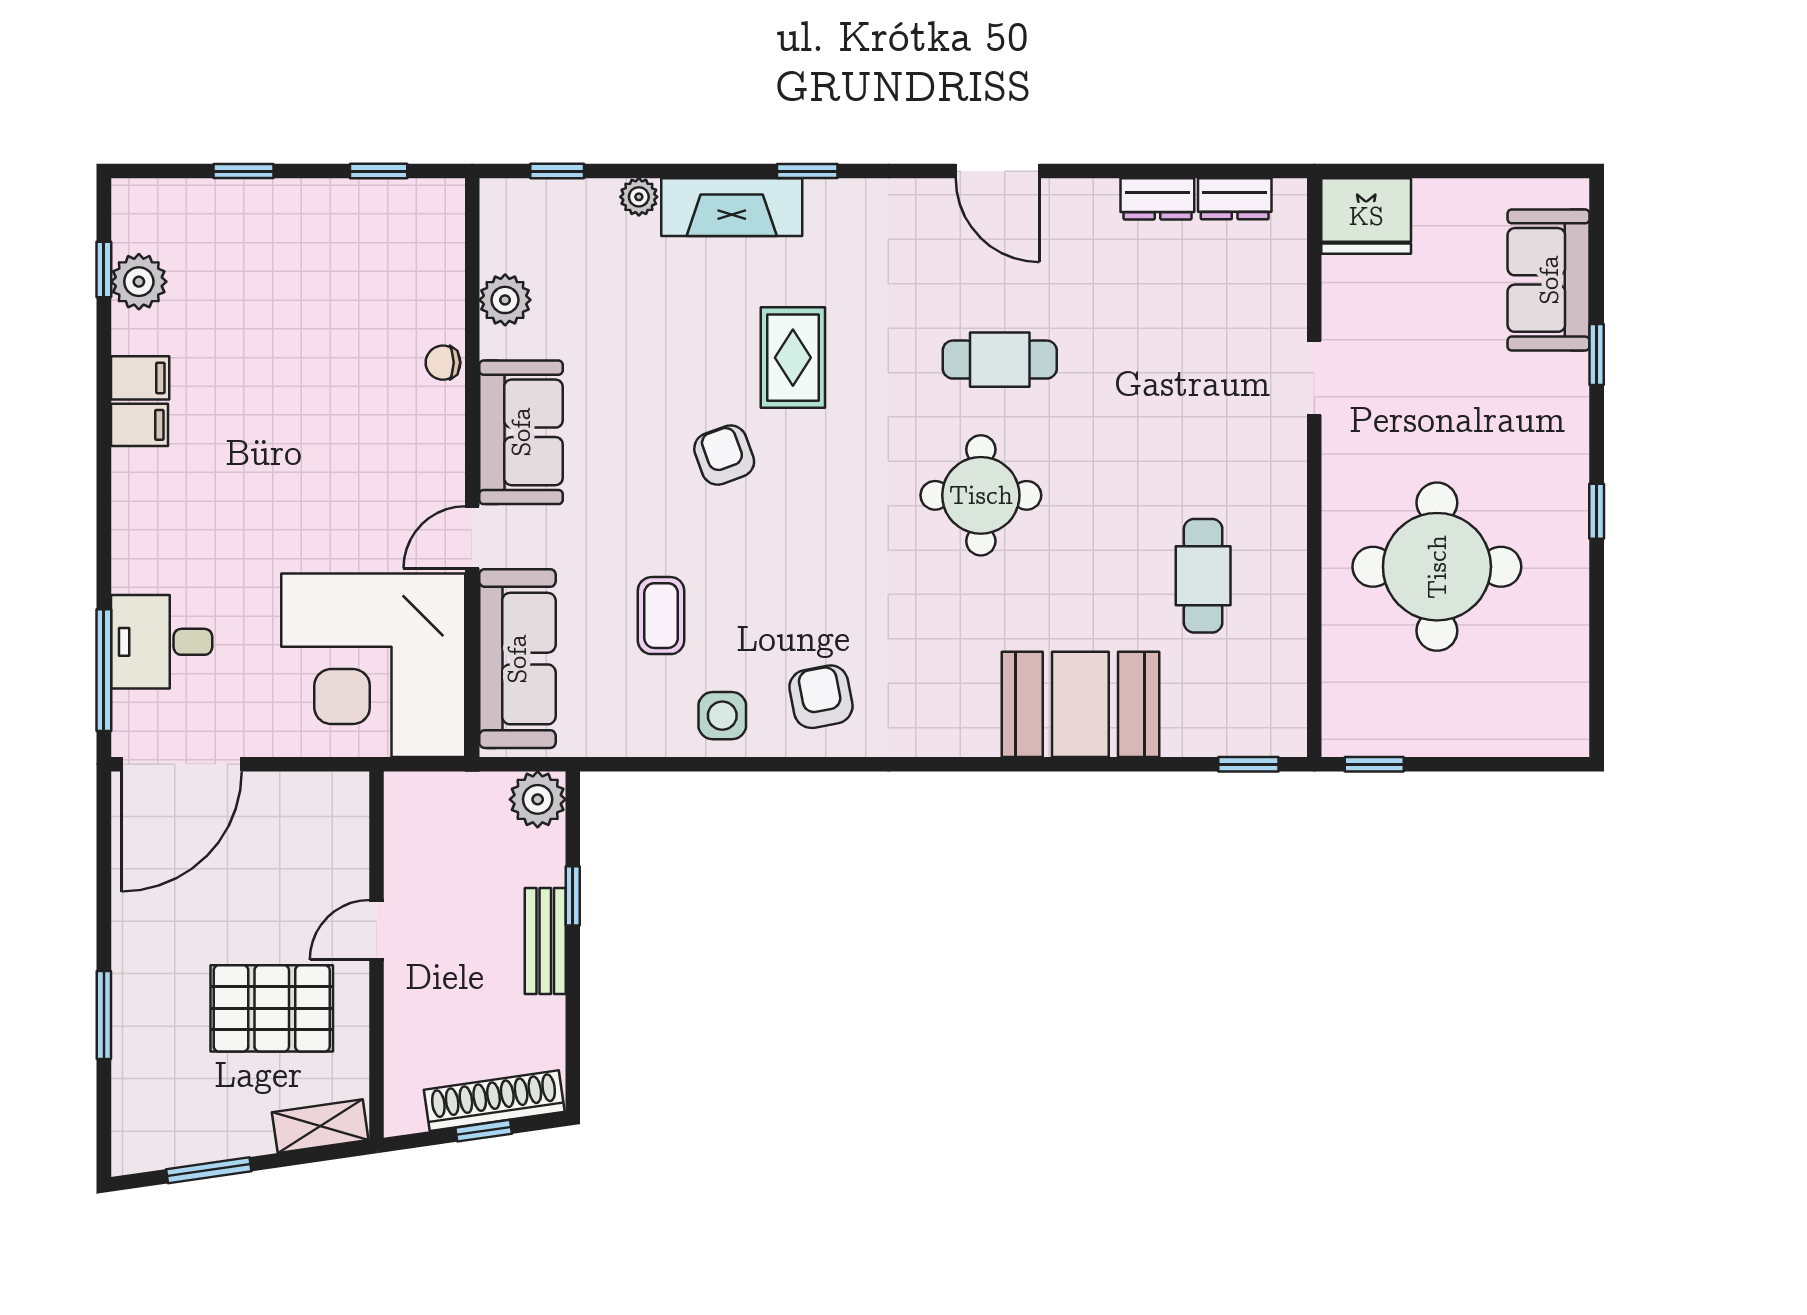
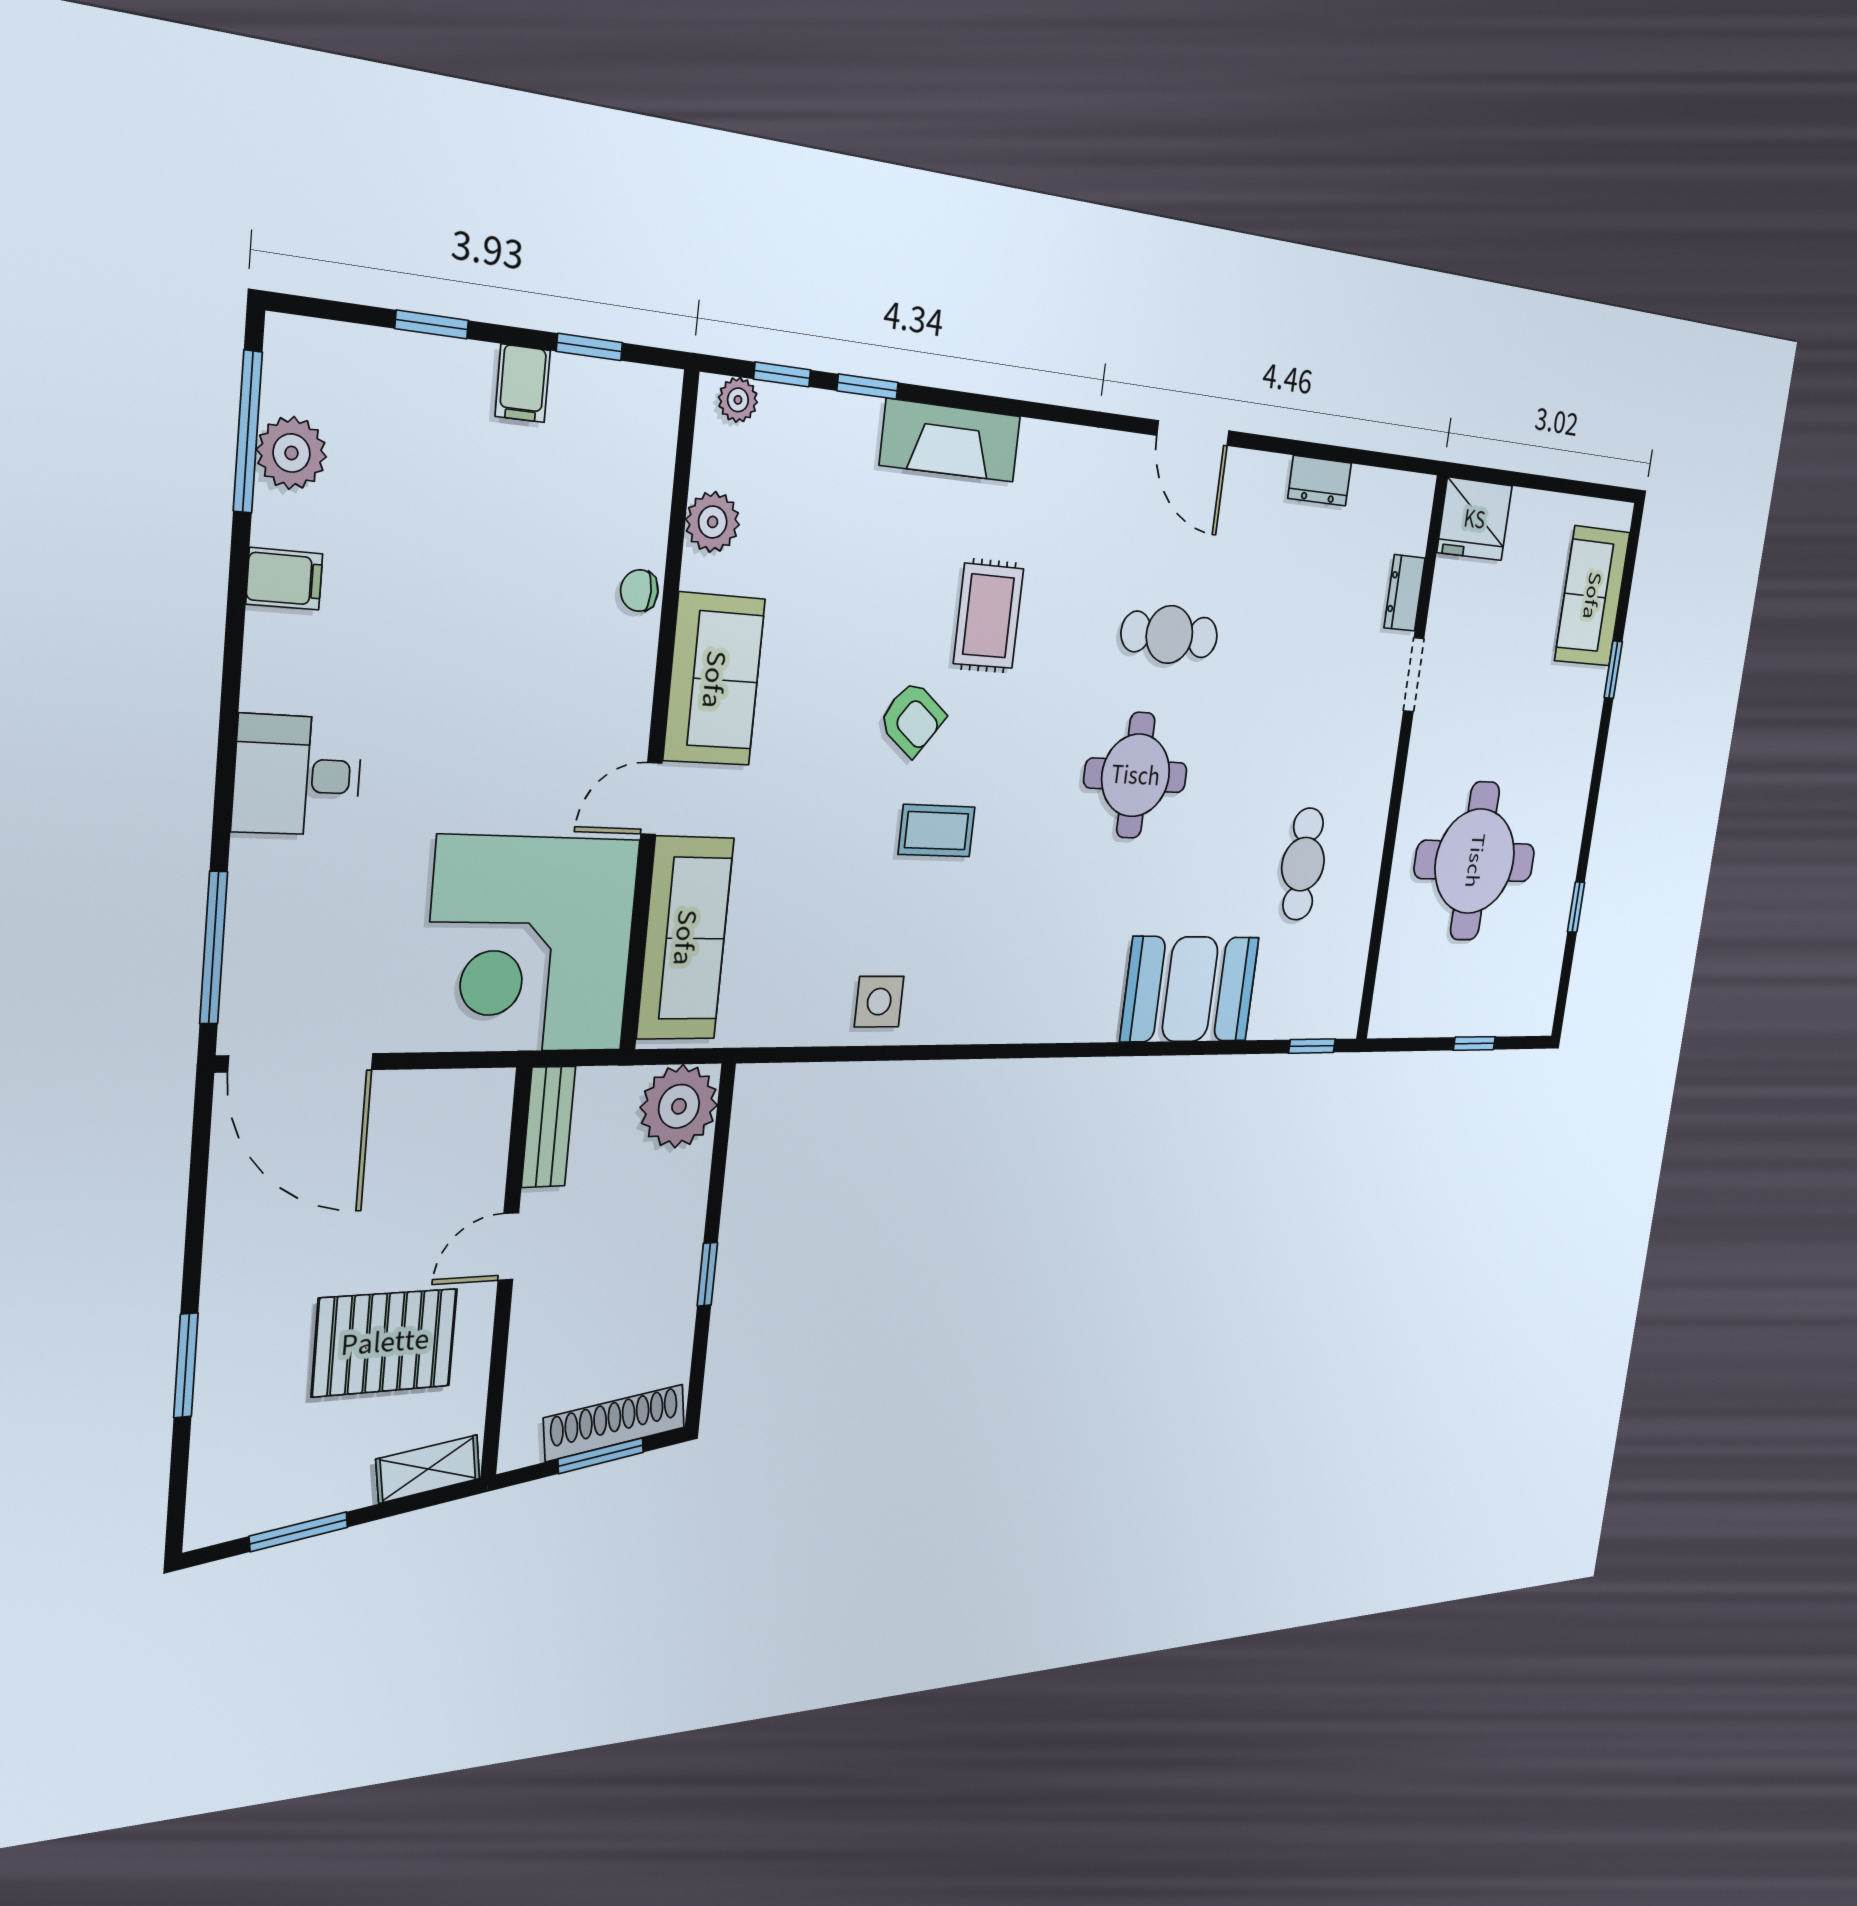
window: (807, 171) -> (868, 387), moved
plant: (639, 197) -> (738, 400), moved
dresser: (1235, 199) -> (1405, 593), moved, turned 90
window: (104, 270) -> (248, 432), width x2.17
filing cabinet: (139, 425) -> (523, 383), moved, turned 90
armchair: (724, 455) -> (912, 719), turned 148
window: (1597, 511) -> (1576, 907), moved
coffee table: (661, 616) -> (937, 831), moved, turned 90
desk: (162, 642) -> (297, 775), moved
armchair: (821, 697) -> (972, 981), removed
door: (182, 764) -> (301, 1063), hinge flipped
window: (1374, 764) -> (1474, 1043), moved
plant: (538, 799) -> (679, 1106), width x1.36, depth x1.36
window: (573, 896) -> (707, 1274), moved
bench: (545, 941) -> (548, 1127), moved
window: (484, 1131) -> (601, 1456), width x1.50

